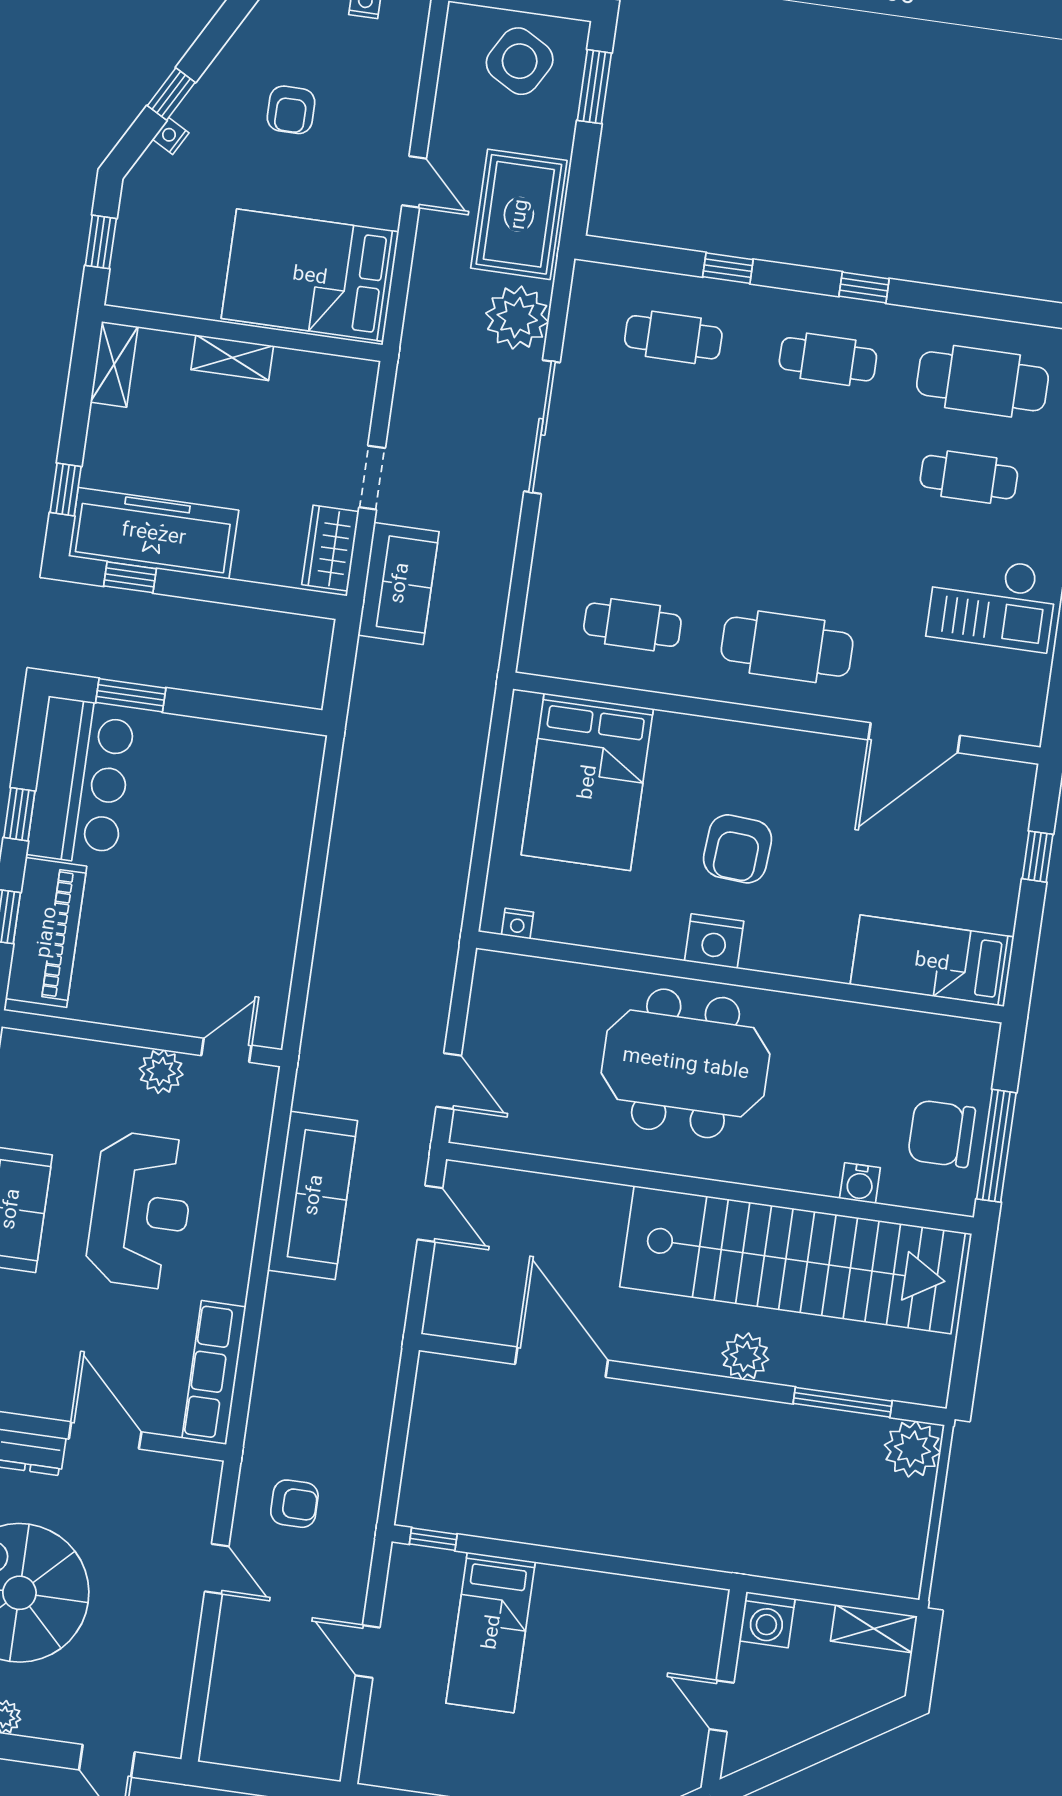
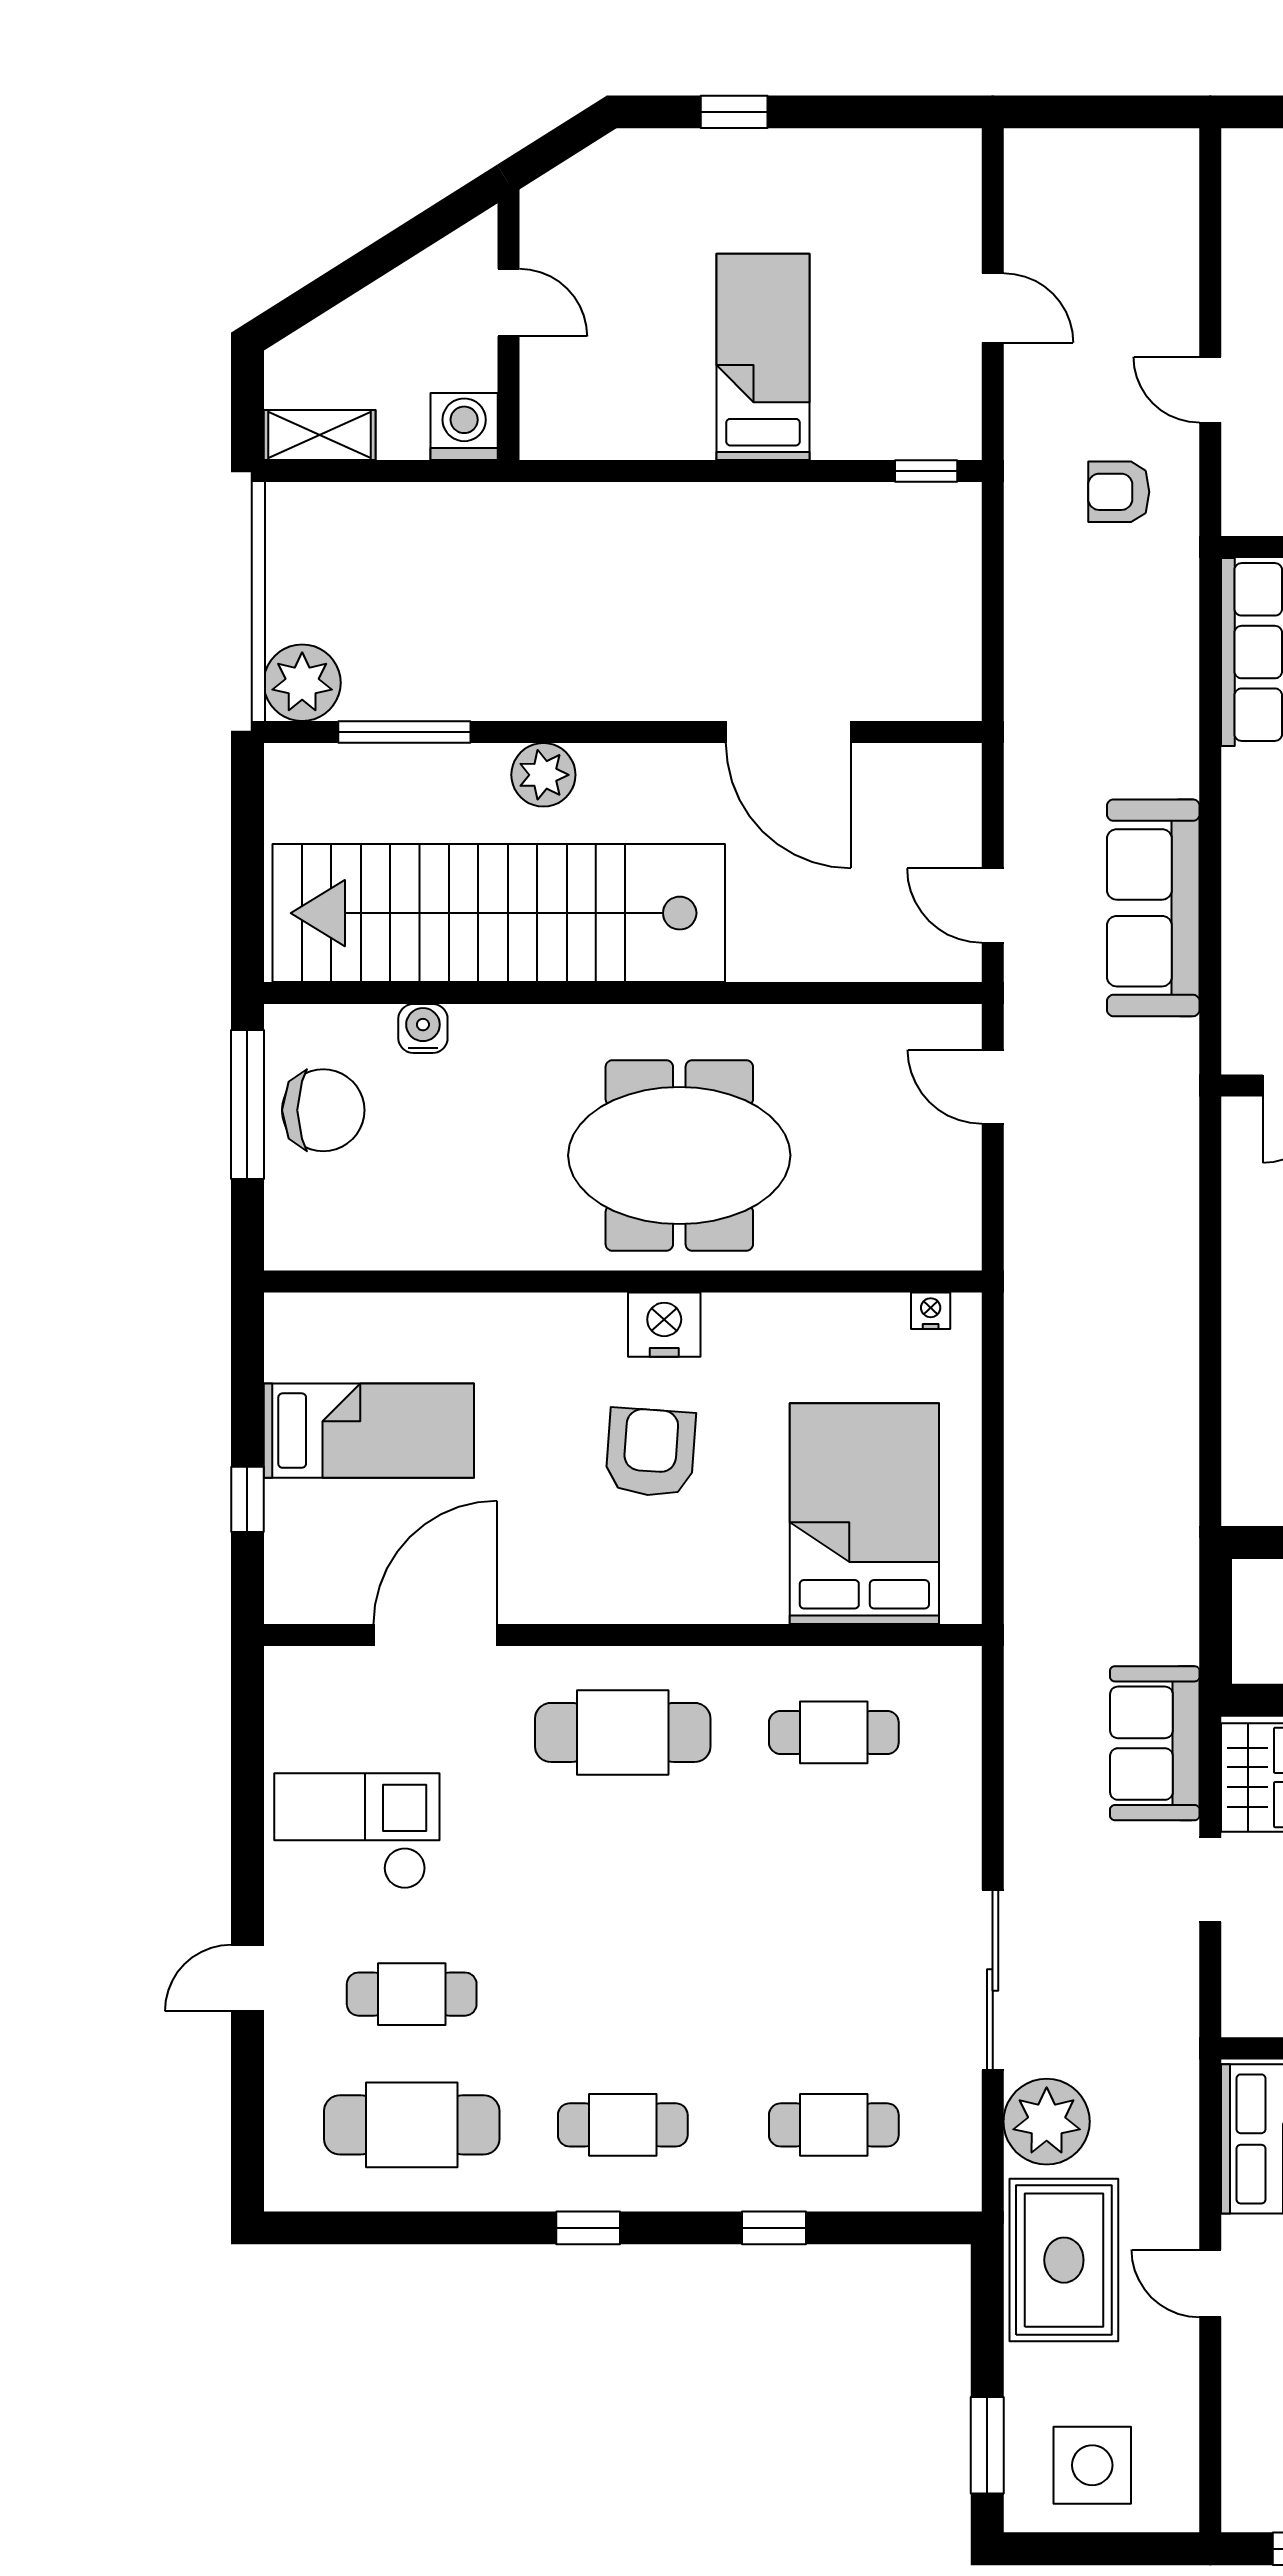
side table: (520, 61) -> (1092, 2465), turned -30
bed: (932, 961) -> (369, 1431), moved
bed: (491, 1632) -> (763, 357), moved

